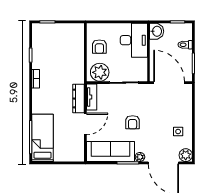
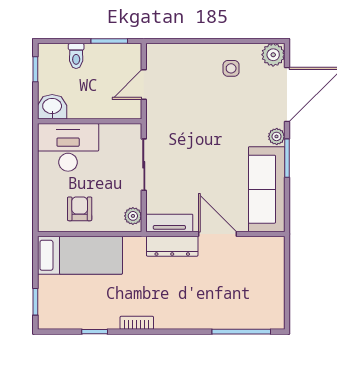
armchair: (99, 47) -> (80, 209), turned -90
plant: (100, 72) -> (133, 216), width x0.53, depth x0.53
door: (169, 83) -> (144, 85), width x0.53
armchair: (133, 122) -> (215, 150), removed
bed: (43, 138) -> (80, 255), moved, turned 180

